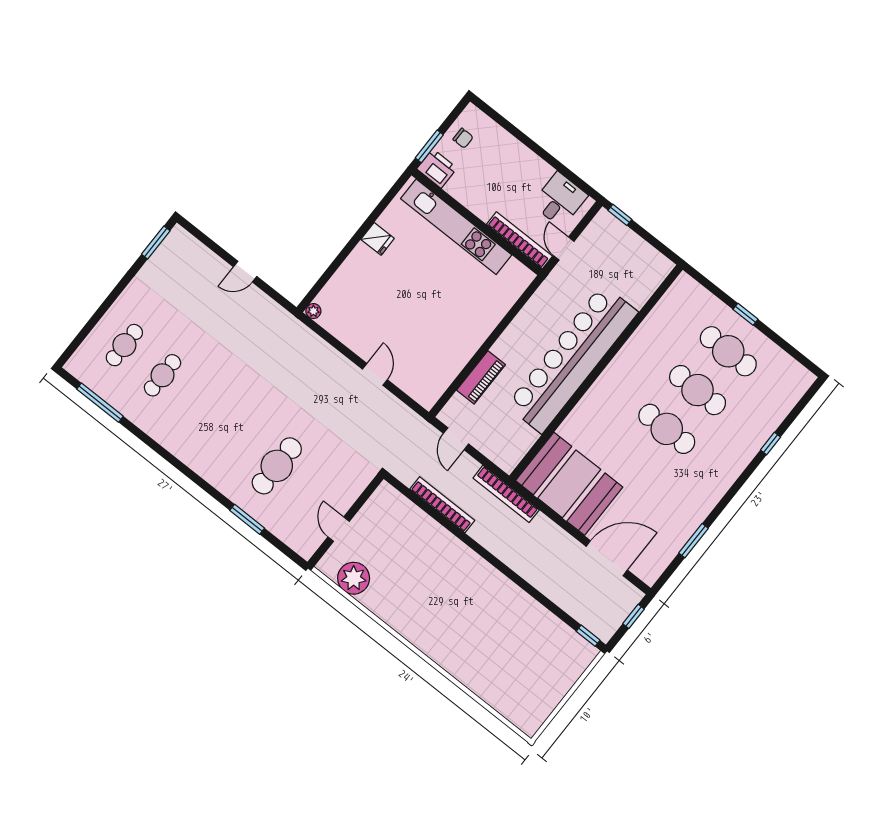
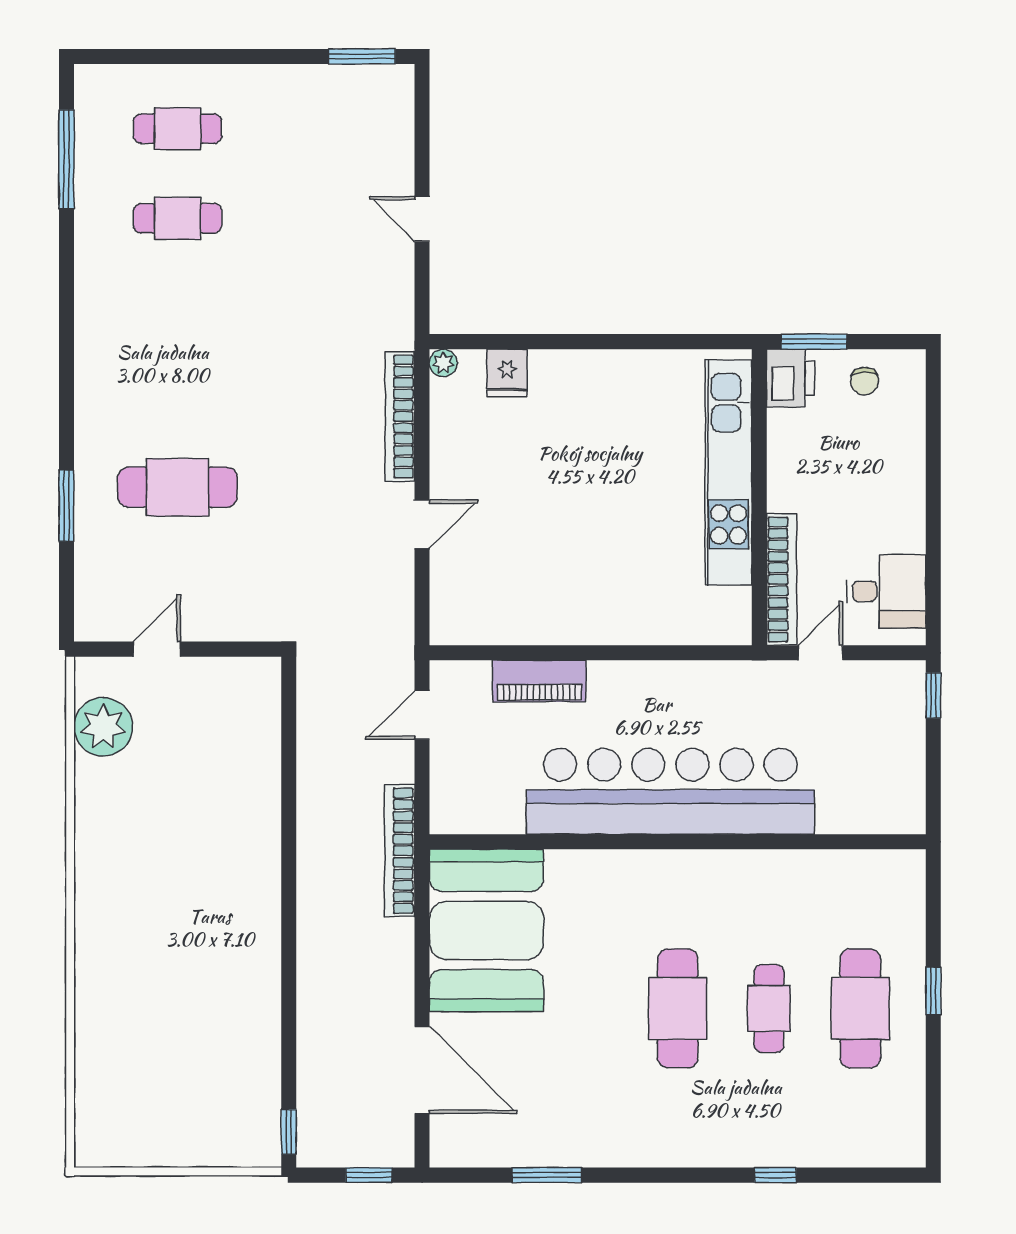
fridge: (378, 239) -> (507, 373), moved
cafe table: (698, 390) -> (769, 1008), width x0.73, depth x0.74
bookcase: (442, 505) -> (400, 417), moved, turned 180

